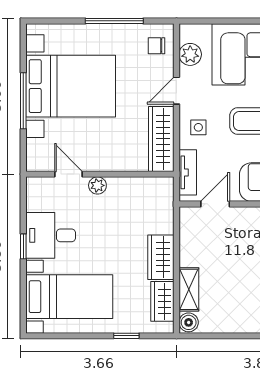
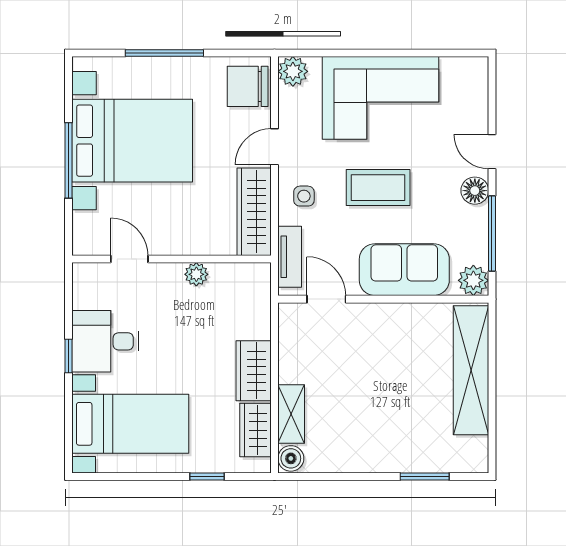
window: (114, 21) -> (164, 53), moved
chair: (157, 46) -> (248, 86), width x1.87, depth x1.87
plant: (190, 54) -> (293, 71), moved
plant: (97, 185) -> (196, 274), moved
door: (215, 204) -> (326, 299), hinge flipped

